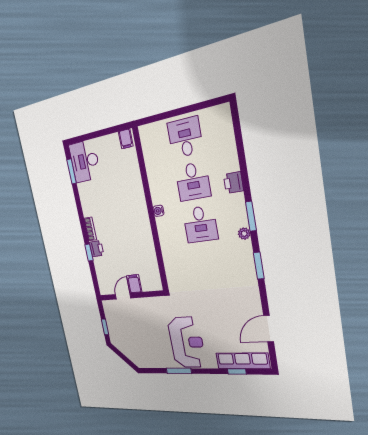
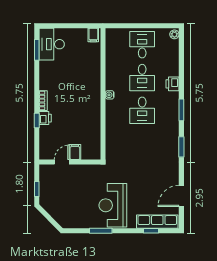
plant: (244, 234) -> (174, 34), moved
reception desk: (187, 342) -> (113, 205), turned 180

